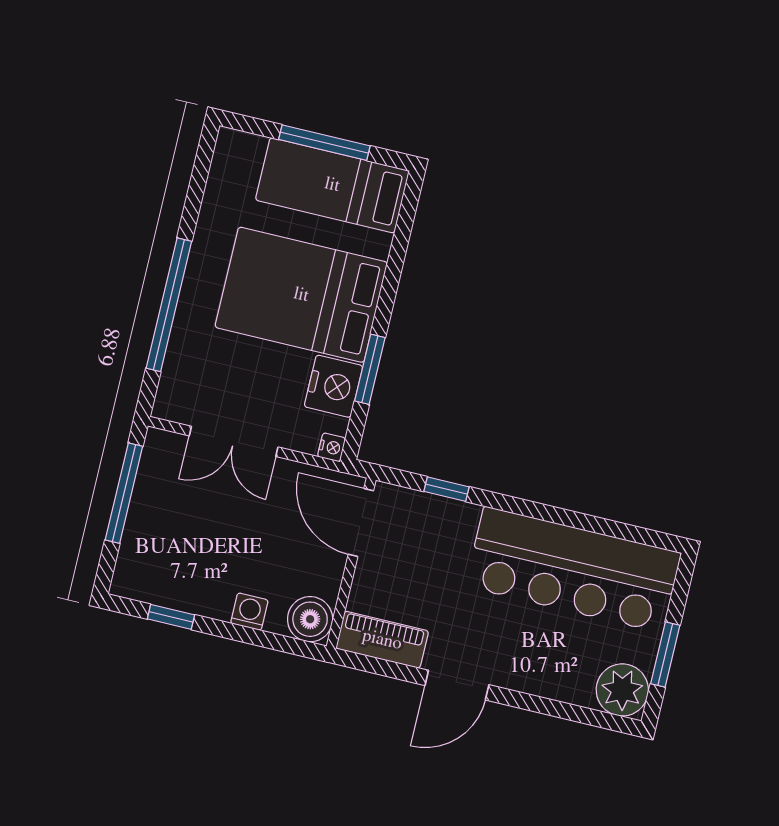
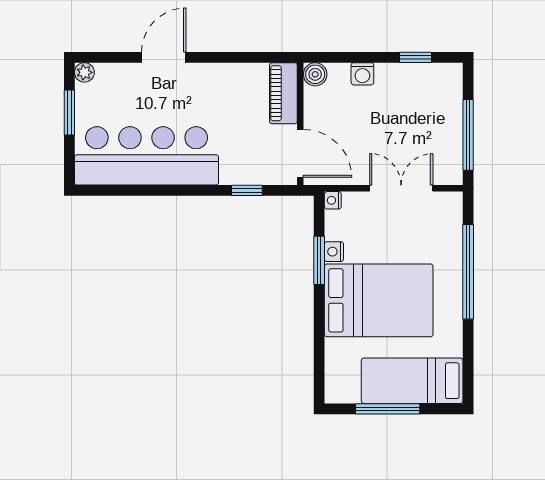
bed: (332, 185) -> (412, 381), moved, turned 180
nightstand: (334, 386) -> (334, 252), width x0.53, depth x0.56
boiler: (310, 619) -> (315, 74), width x0.73, depth x0.73
piano: (382, 640) -> (283, 93), moved, turned 90
door: (457, 685) -> (164, 57), moved
plant: (622, 690) -> (84, 72), width x0.53, depth x0.53

